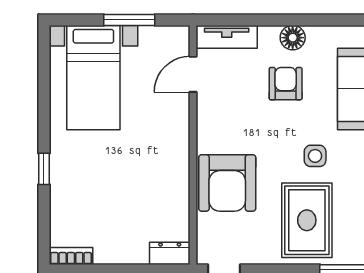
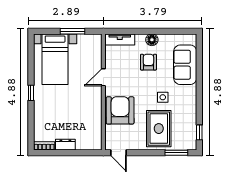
door: (193, 74) -> (103, 77), moved
window: (44, 169) -> (31, 93), moved
armchair: (227, 183) -> (120, 110), turned 180
dresser: (170, 253) -> (65, 145), moved

